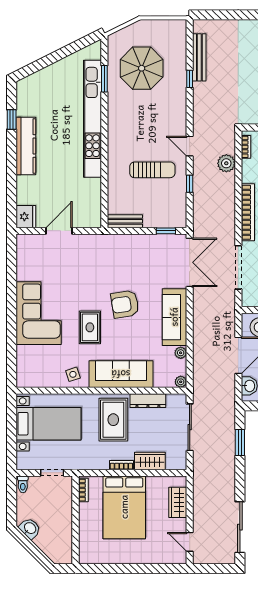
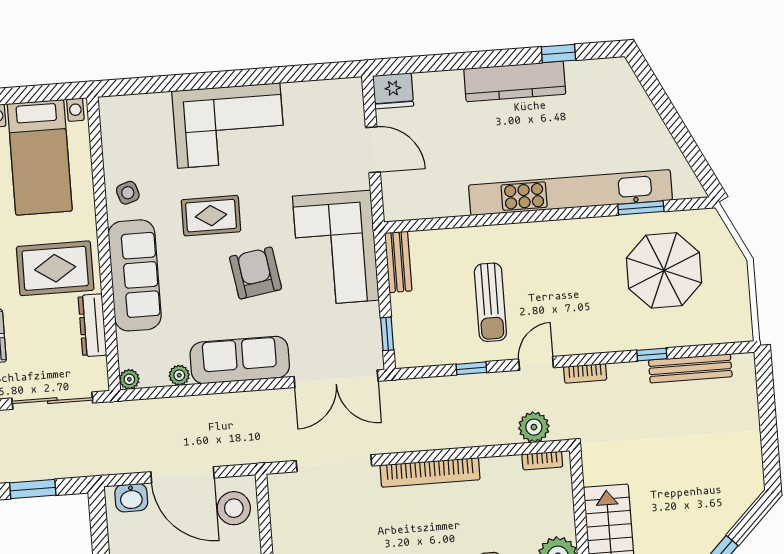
bookcase: (198, 118) -> (585, 373), added
plant: (226, 163) -> (534, 427), moved
corner sofa: (114, 257) -> (336, 248), added

